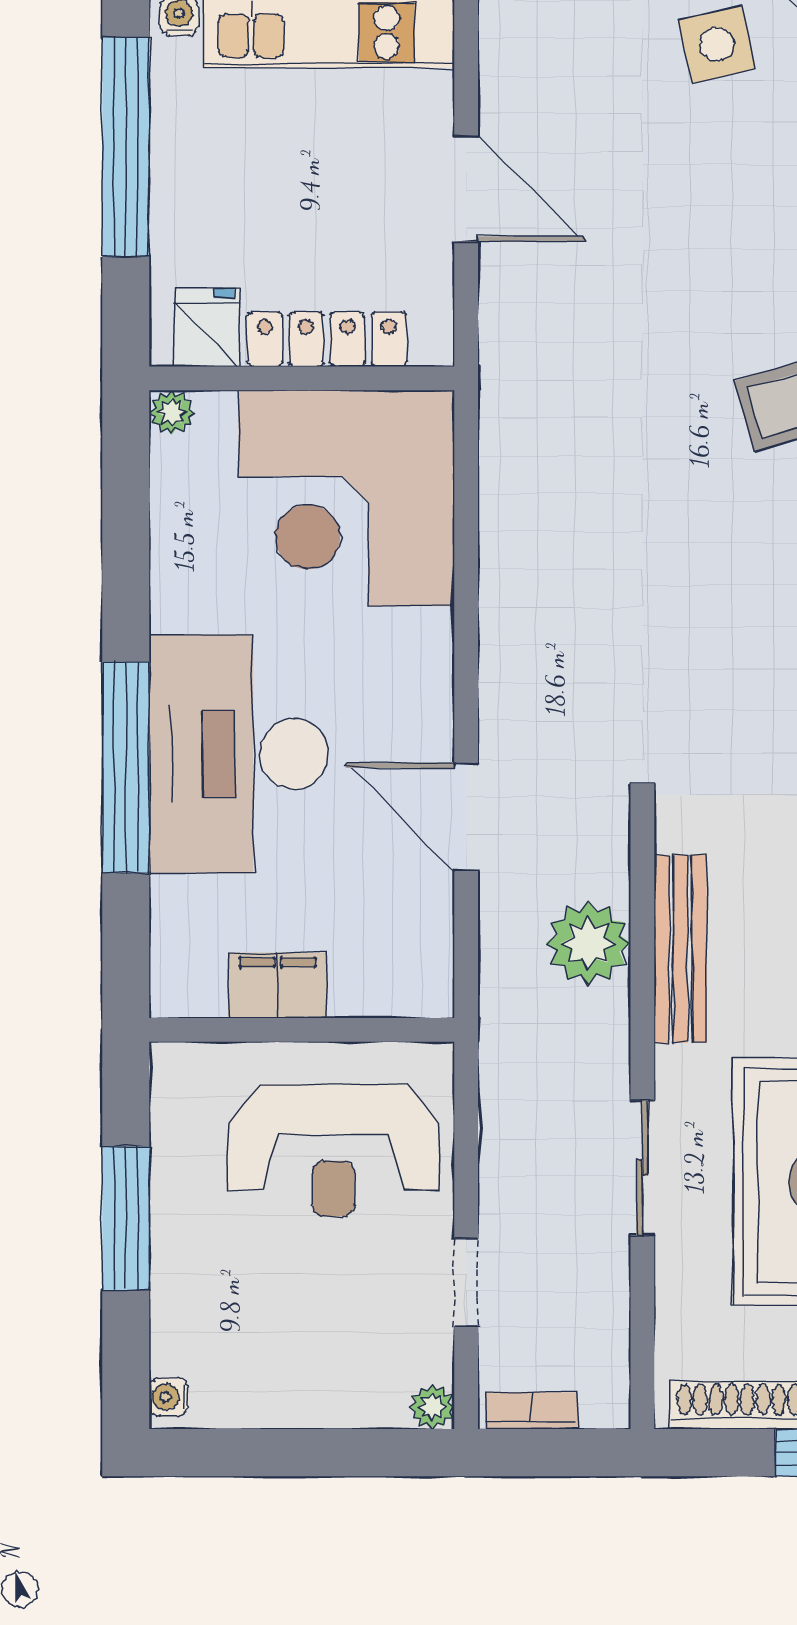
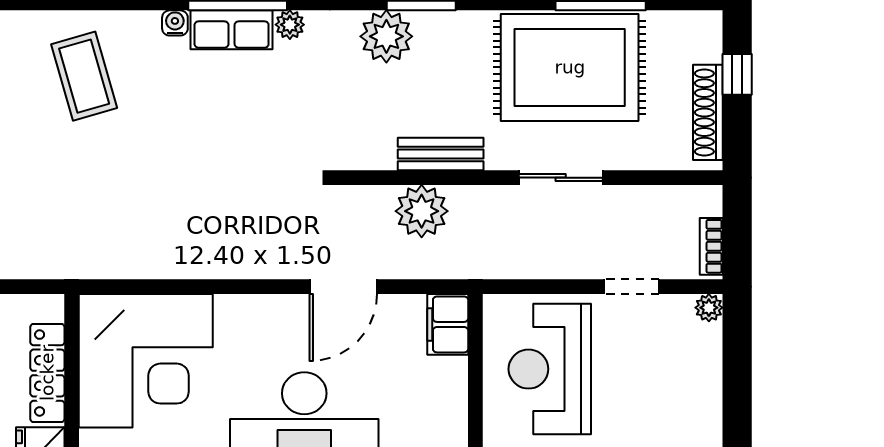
bench: (680, 949) -> (441, 154), width x0.73
filing cabinet: (278, 985) -> (448, 324), moved
reception desk: (333, 1150) -> (550, 369), turned 180

